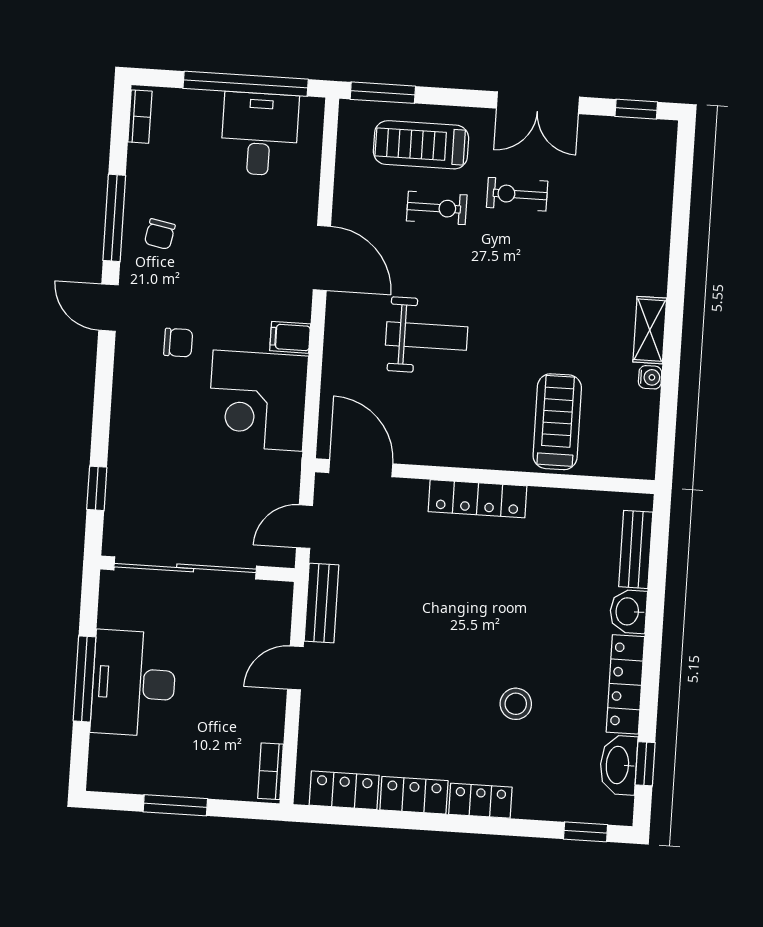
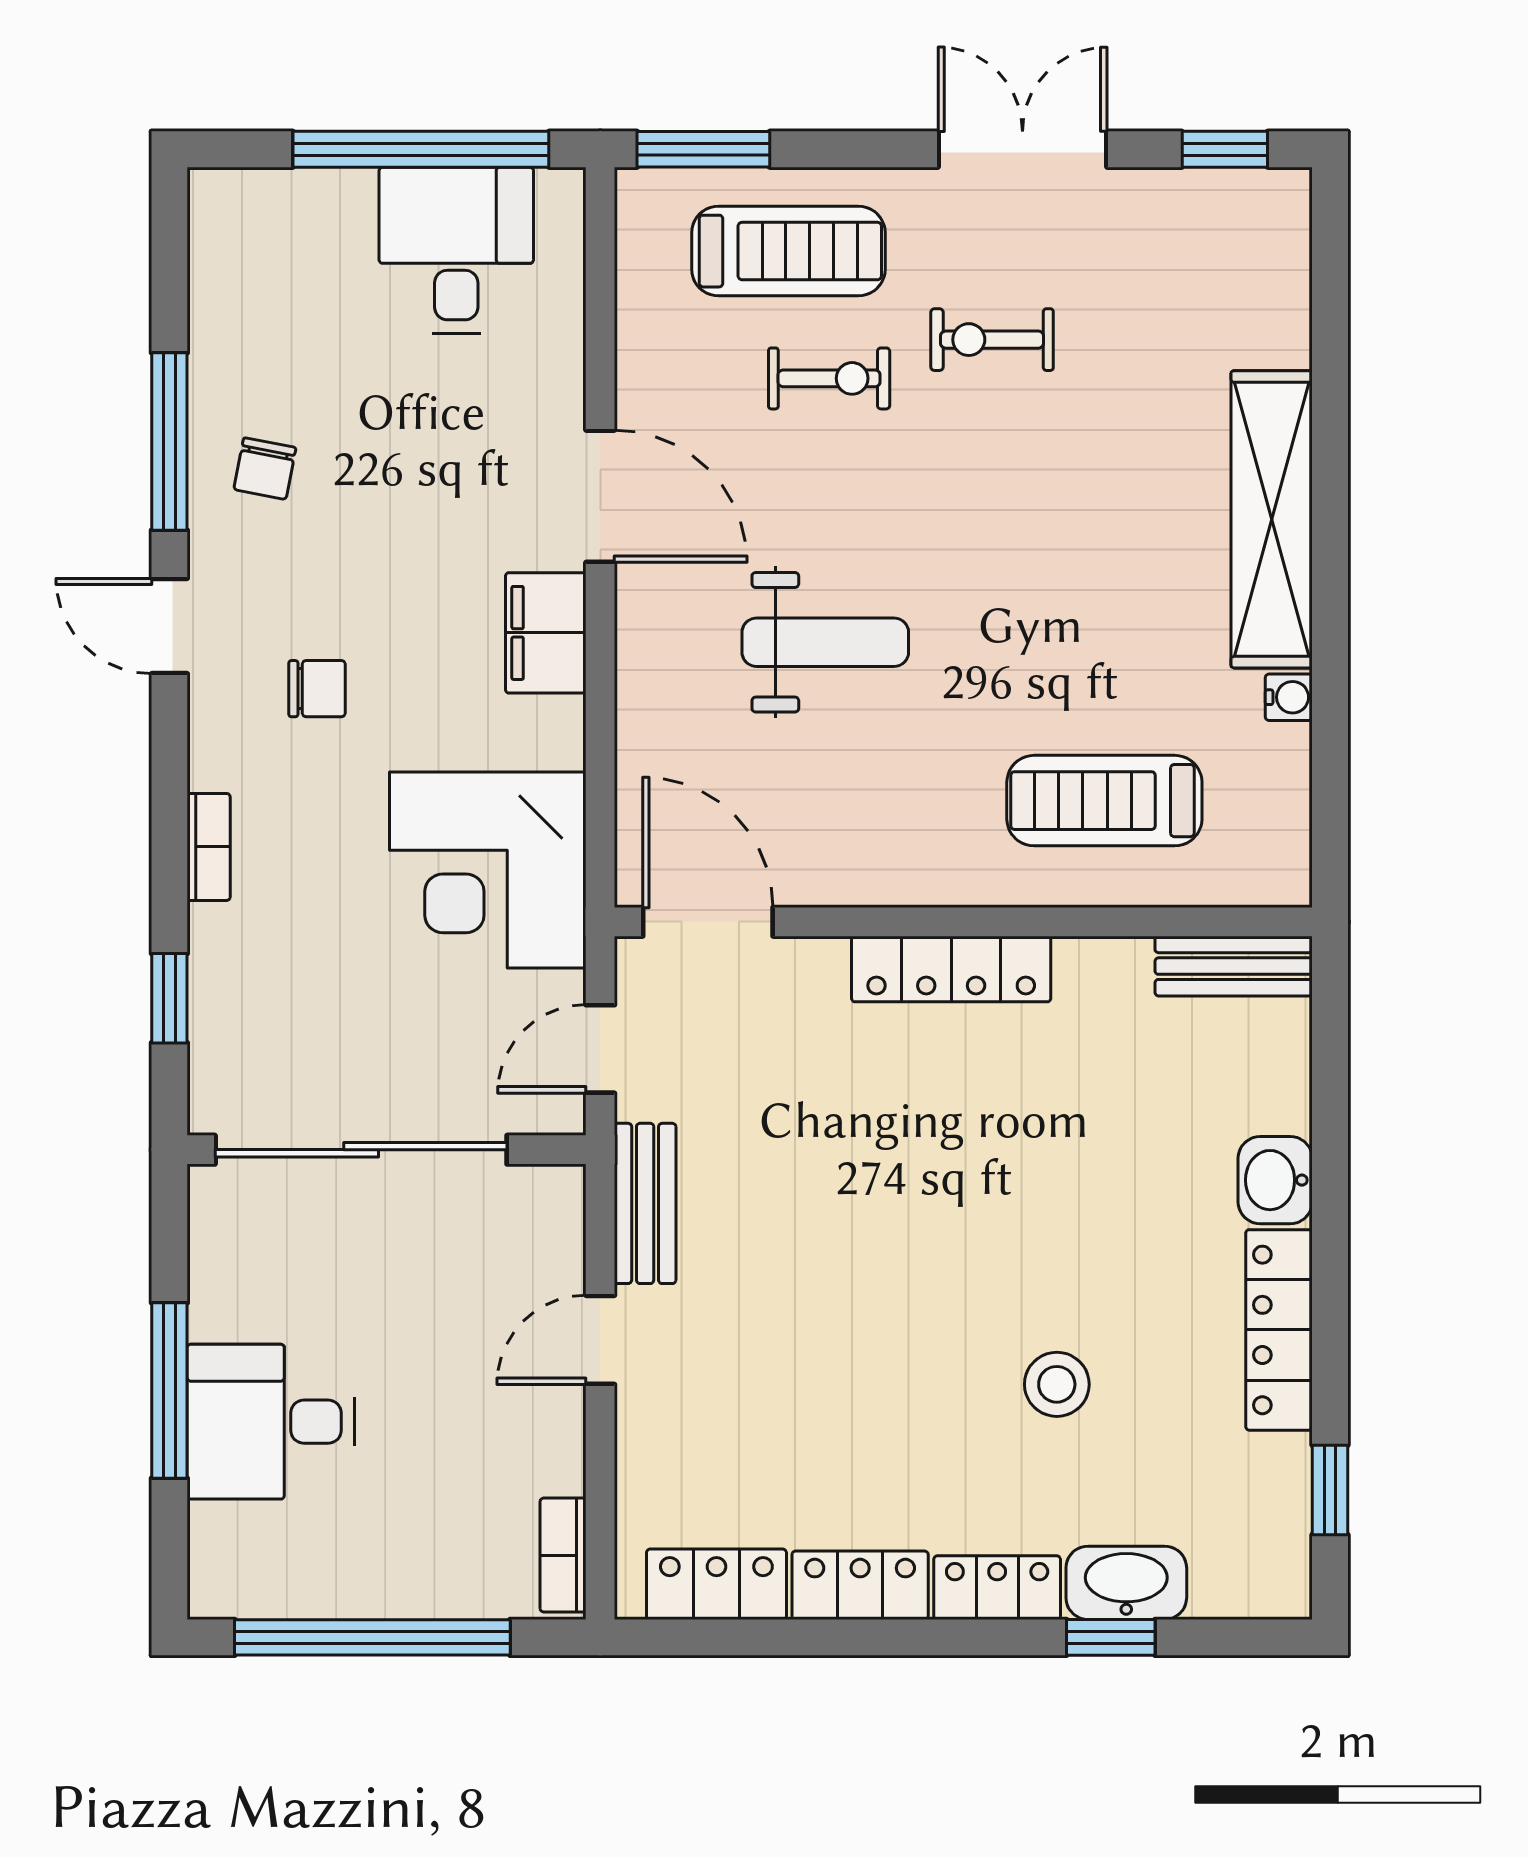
double door: (538, 103) -> (1023, 149), swing flipped
bookcase: (140, 117) -> (209, 847), moved
treadmill: (421, 145) -> (788, 251), turned 180
shelving: (650, 330) -> (1272, 519), width x2.20, depth x1.33
filing cabinet: (290, 337) -> (546, 633), width x2.00
corner desk: (258, 401) -> (488, 870), moved
treadmill: (557, 422) -> (1104, 801), turned -90
bench: (636, 549) -> (1234, 966), moved, turned 90
desk: (134, 683) -> (271, 1422), width x0.73
washbasin: (618, 765) -> (1126, 1583), moved, turned 90
window: (175, 805) -> (372, 1637), width x2.11
window: (586, 832) -> (1111, 1637), moved

